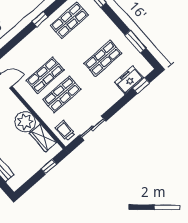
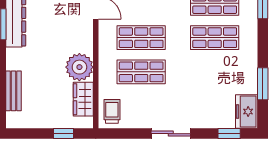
shop shelf: (103, 58) -> (215, 38), moved
freezer: (129, 80) -> (247, 112), moved, turned -90
sliding door: (93, 128) -> (171, 134), moved

